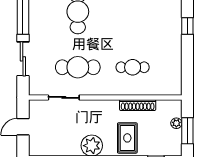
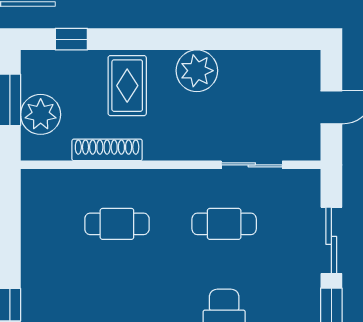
cafe table: (78, 67) -> (224, 224), width x0.73, depth x0.74
plant: (176, 123) -> (41, 114), width x1.88, depth x1.88

